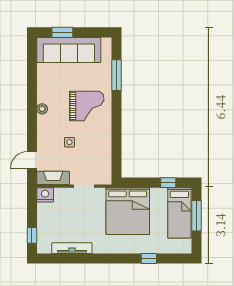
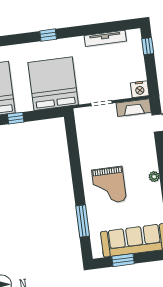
window: (62, 32) -> (123, 260), moved
grand piano: (87, 106) -> (109, 185), turned -90
side table: (69, 142) -> (122, 146), removed
window: (149, 258) -> (48, 35), moved

